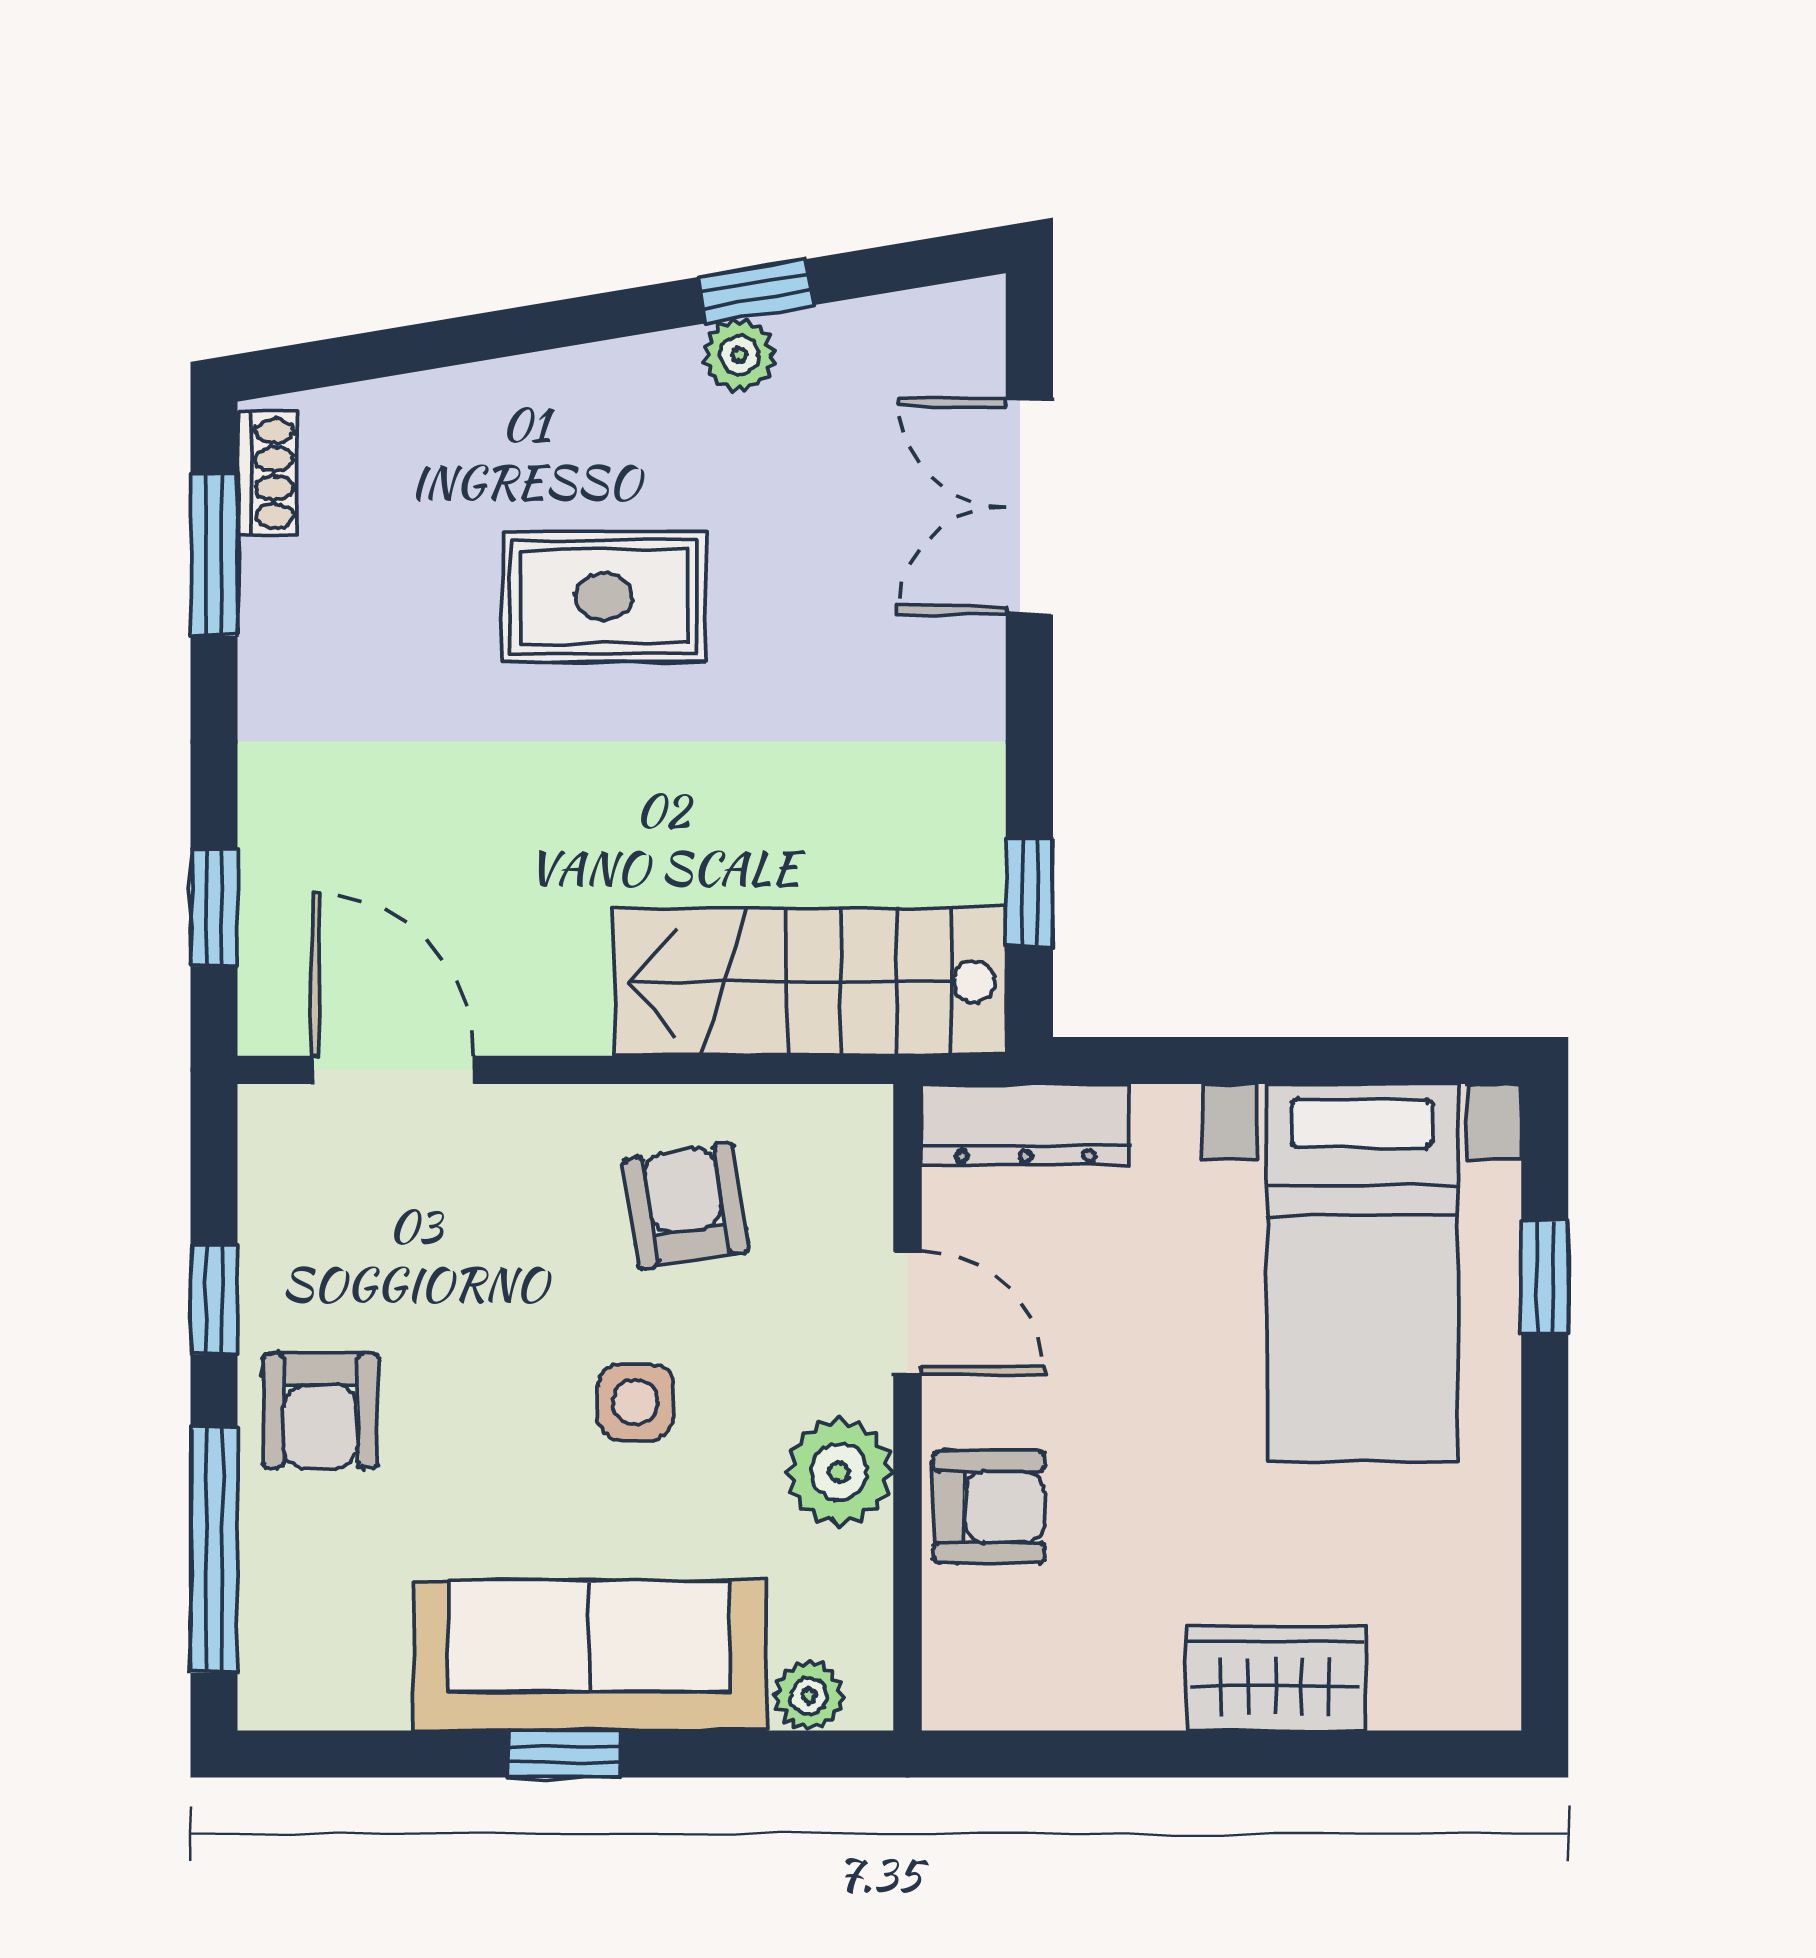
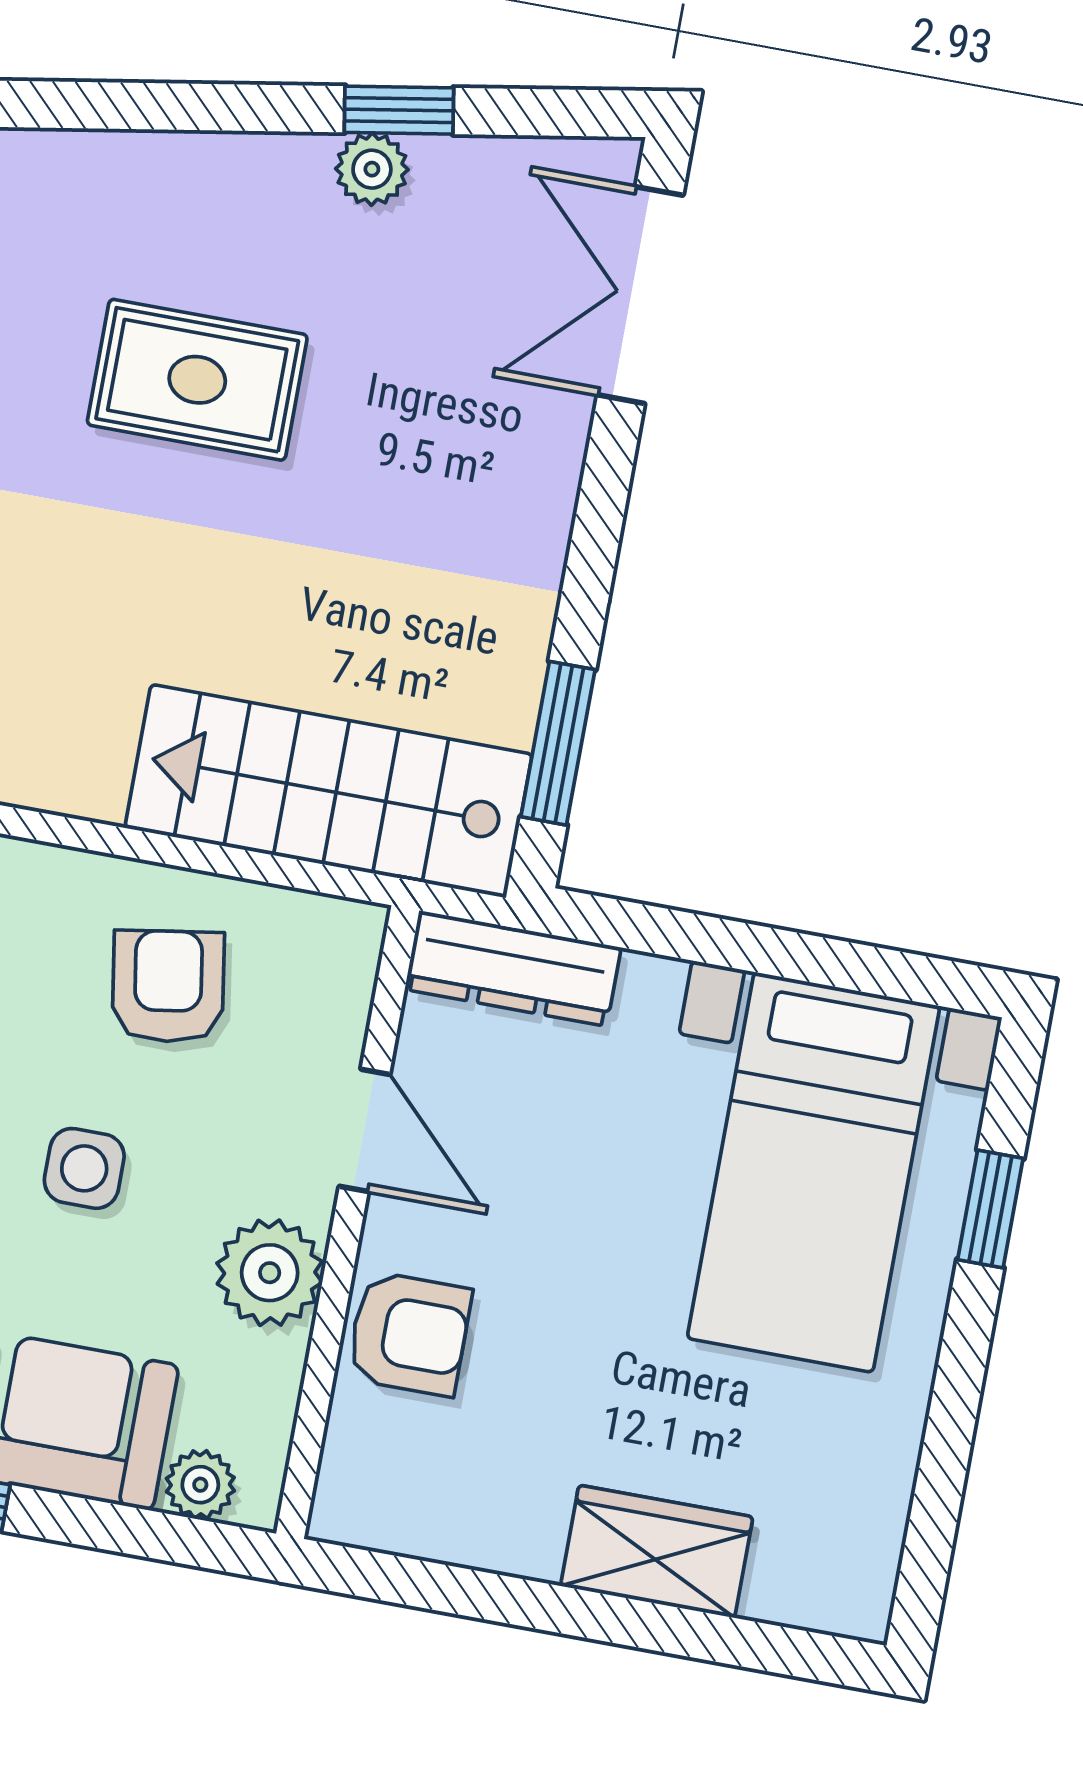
double door: (1029, 506) -> (640, 295), moved
window: (1029, 892) -> (558, 743), width x1.50

